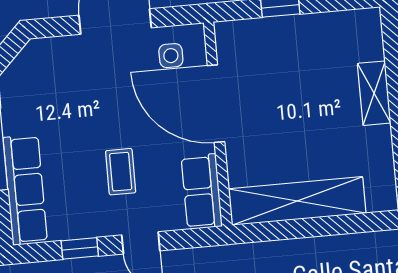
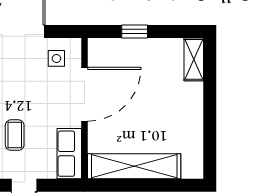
shelving: (374, 93) -> (194, 59), moved
door: (216, 104) -> (84, 94), swing flipped

